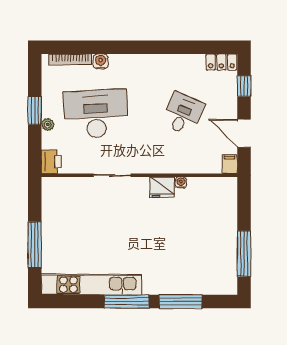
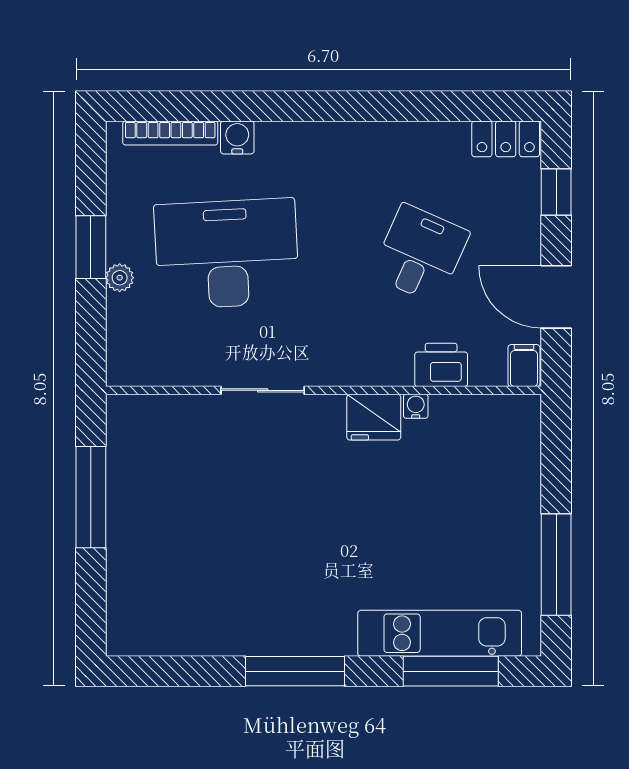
printer: (51, 162) -> (441, 365), moved, turned -90
window: (35, 245) -> (91, 497), moved
kitchen unit: (92, 285) -> (440, 633), moved, width x0.73
window: (181, 302) -> (451, 671), moved

